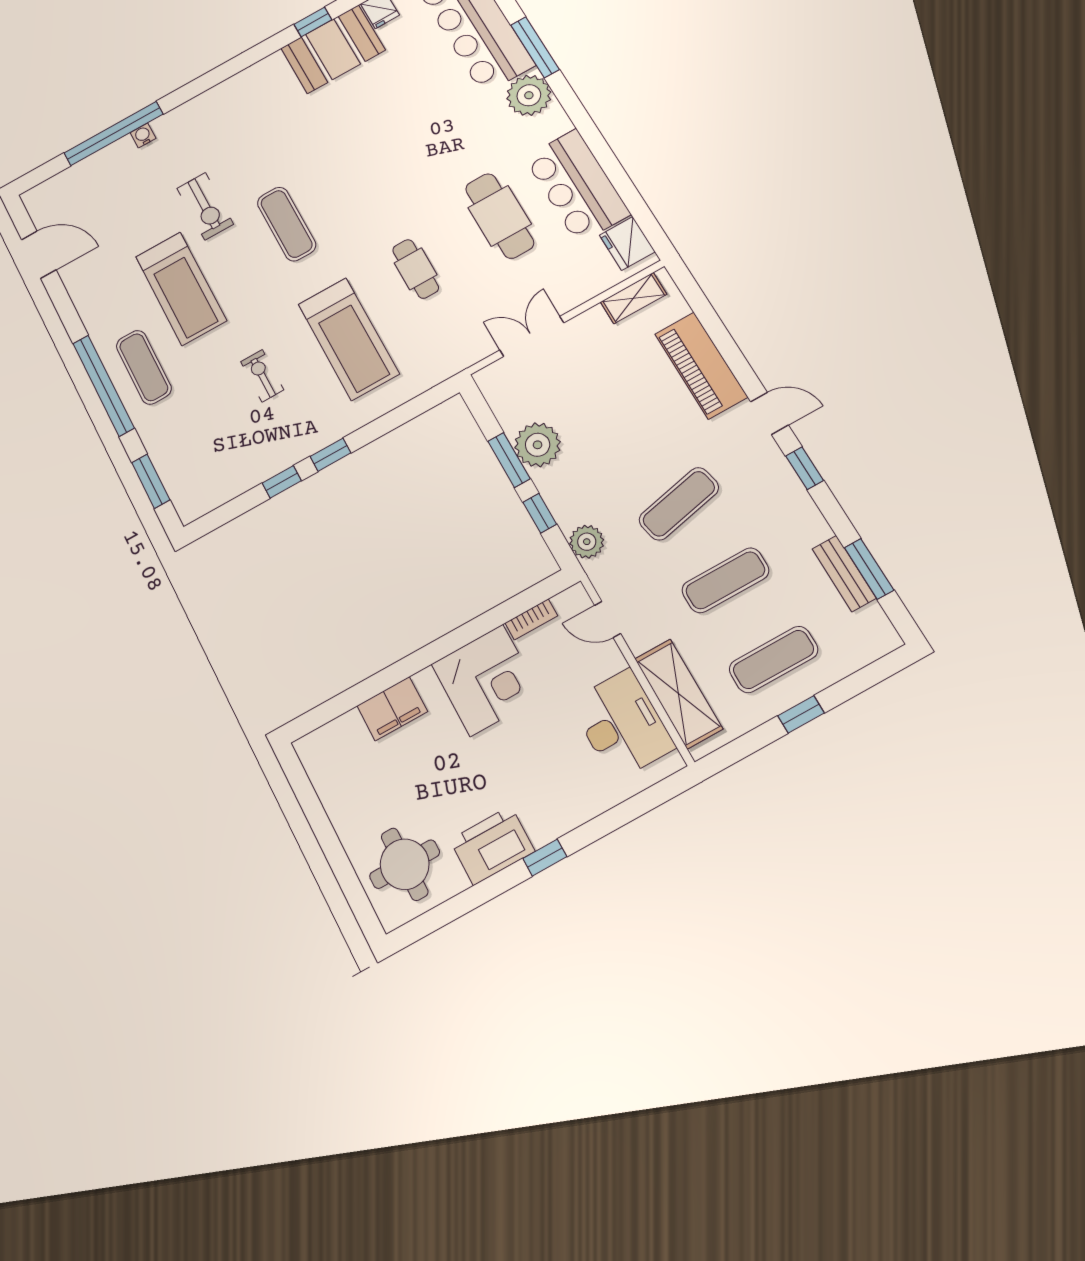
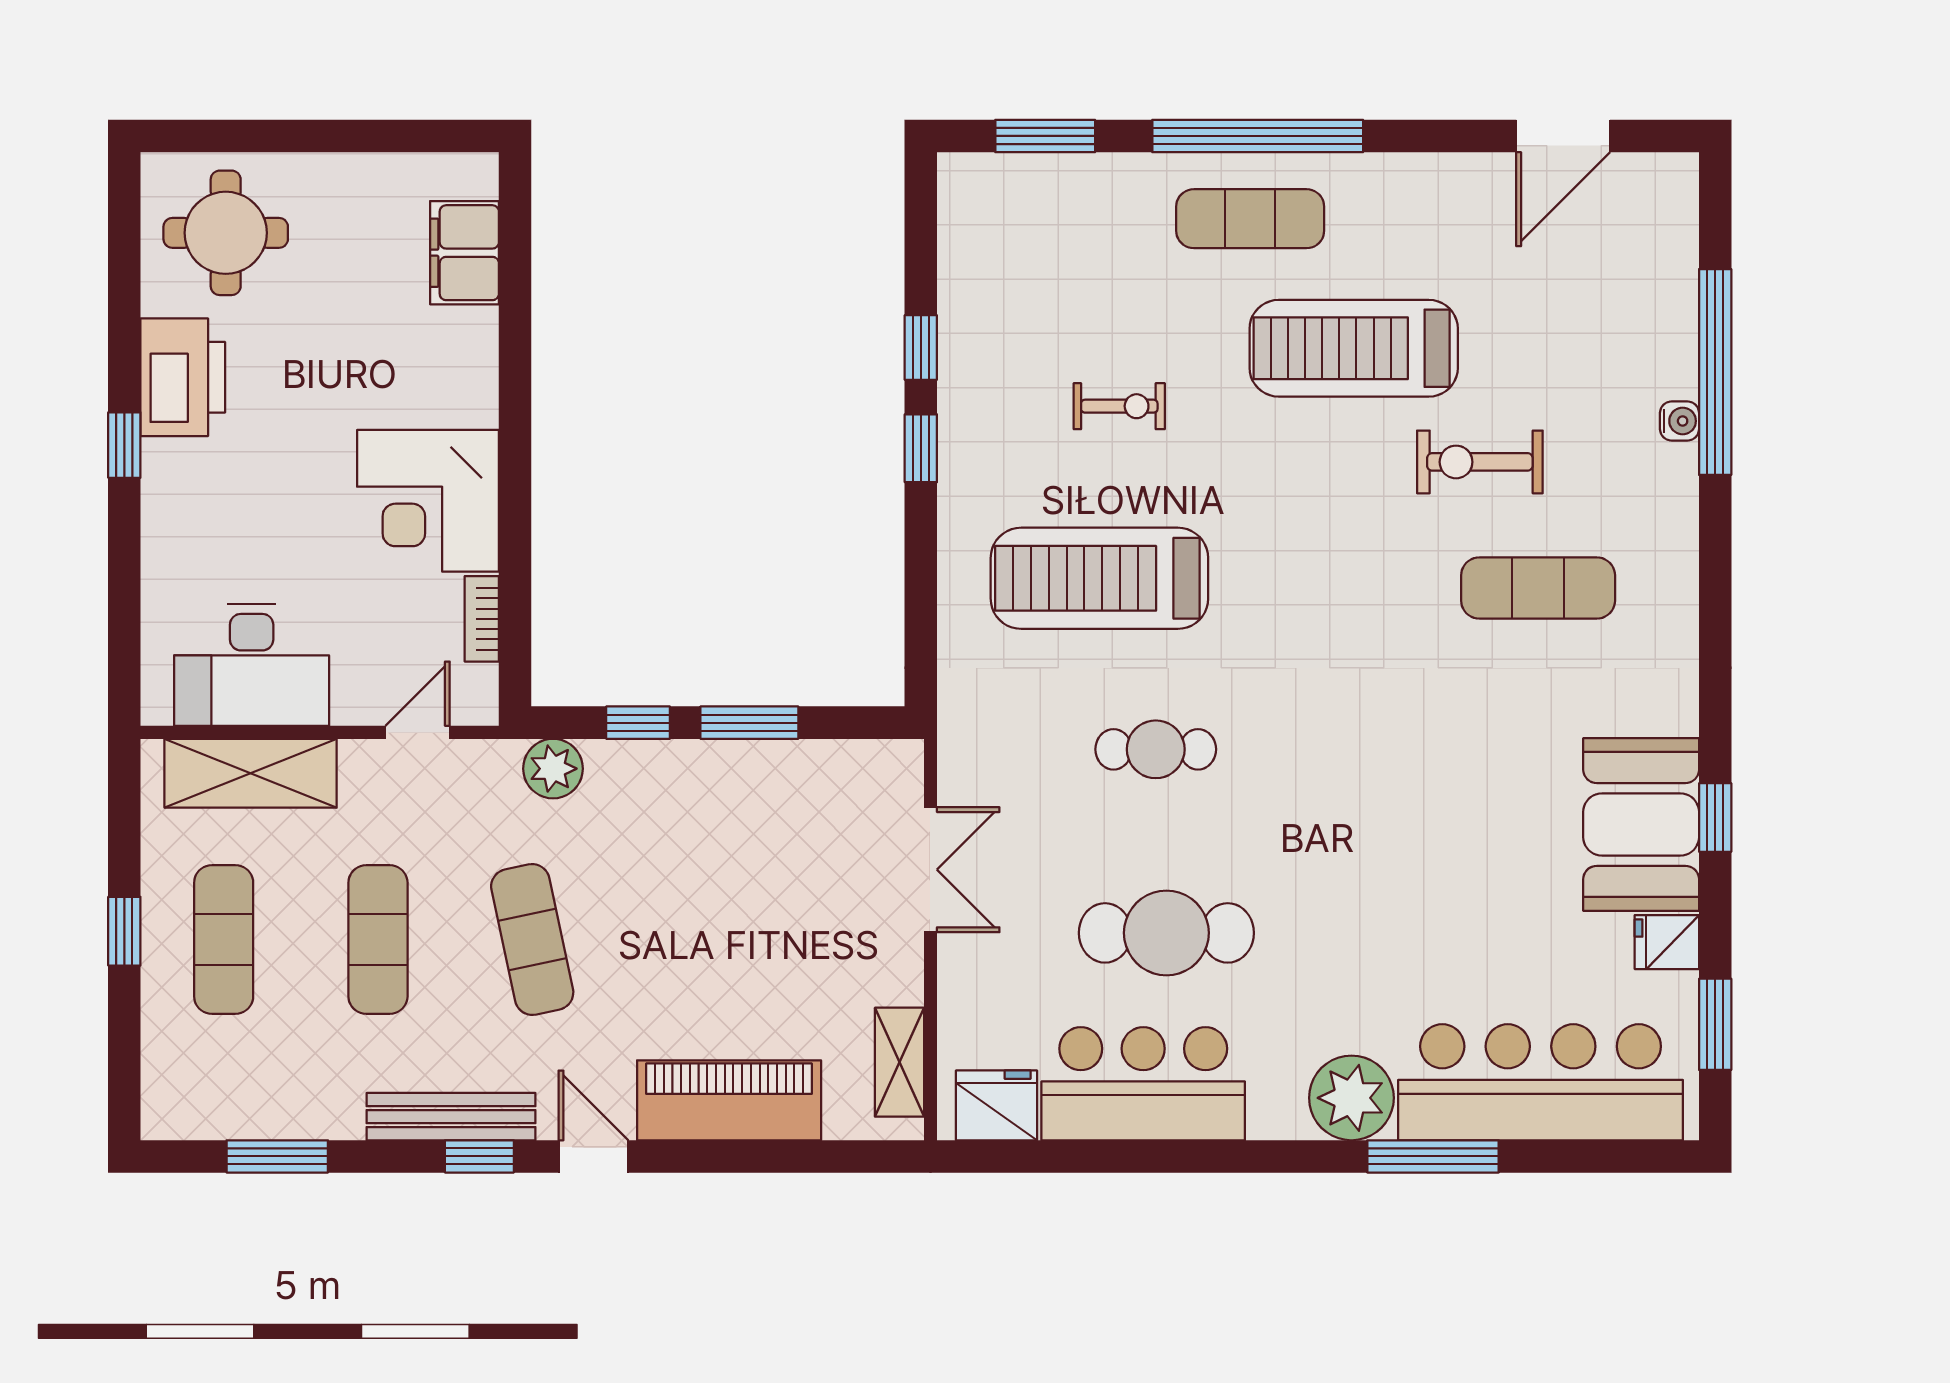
exercise mat: (287, 224) -> (1538, 588), moved
door: (769, 413) -> (593, 1156), swing flipped
plant: (538, 445) -> (748, 780), removed
bench: (844, 573) -> (451, 1117), moved, width x1.36
filing cabinet: (392, 709) -> (464, 253), moved

